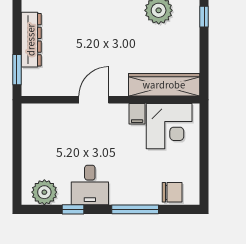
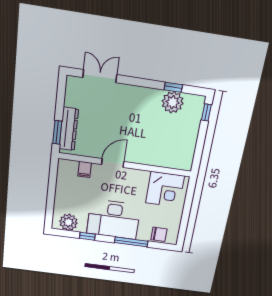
dresser: (31, 40) -> (69, 129), moved
wardrobe: (164, 85) -> (167, 159), removed
filing cabinet: (137, 114) -> (85, 169), moved
desk: (90, 185) -> (114, 219), width x1.87, depth x1.30

